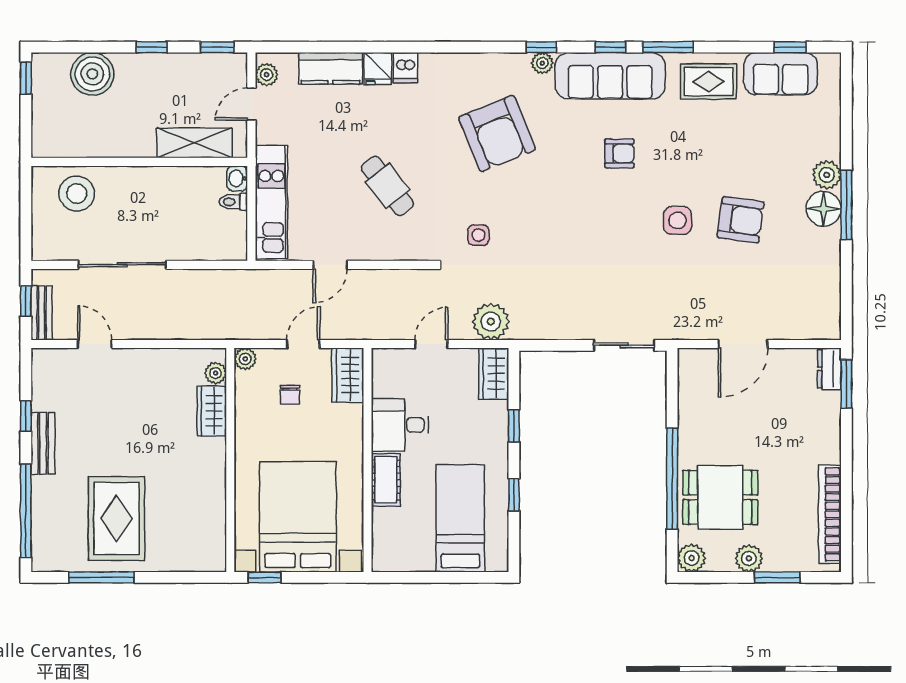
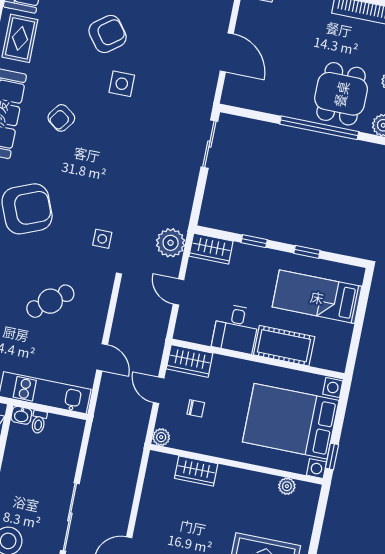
armchair: (619, 153) -> (61, 118), turned -144
armchair: (741, 220) -> (108, 34), moved, turned 45
plant: (216, 373) -> (287, 486), moved
cot: (386, 480) -> (284, 346), width x1.37, depth x1.34

